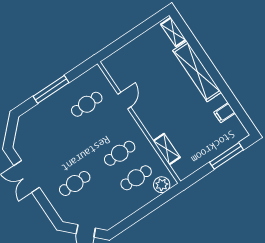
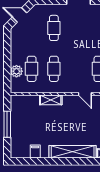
shelving: (167, 149) -> (51, 100), moved
window: (227, 156) -> (7, 124), moved
plant: (162, 185) -> (16, 71), moved

